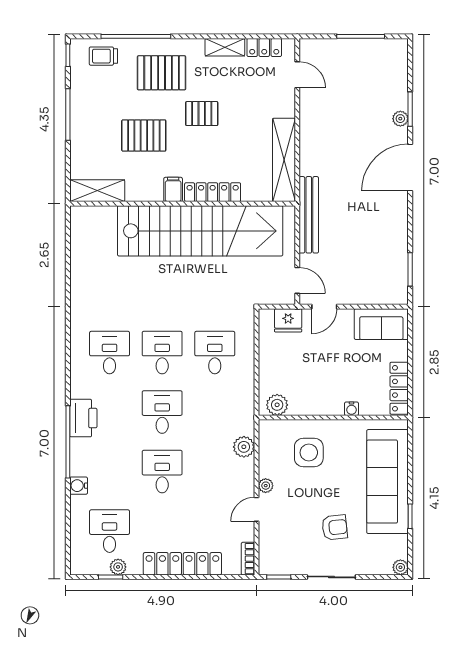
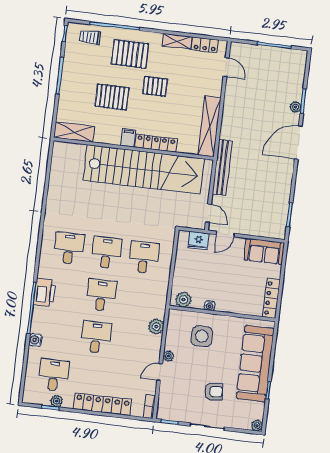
water cooler: (352, 409) -> (210, 306), moved

